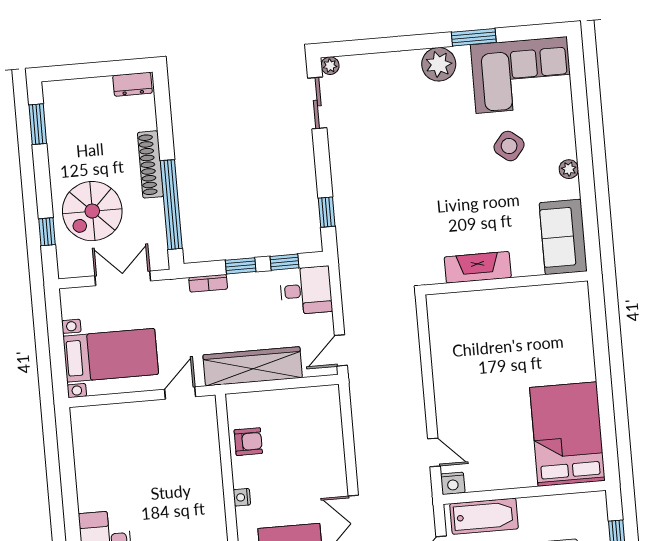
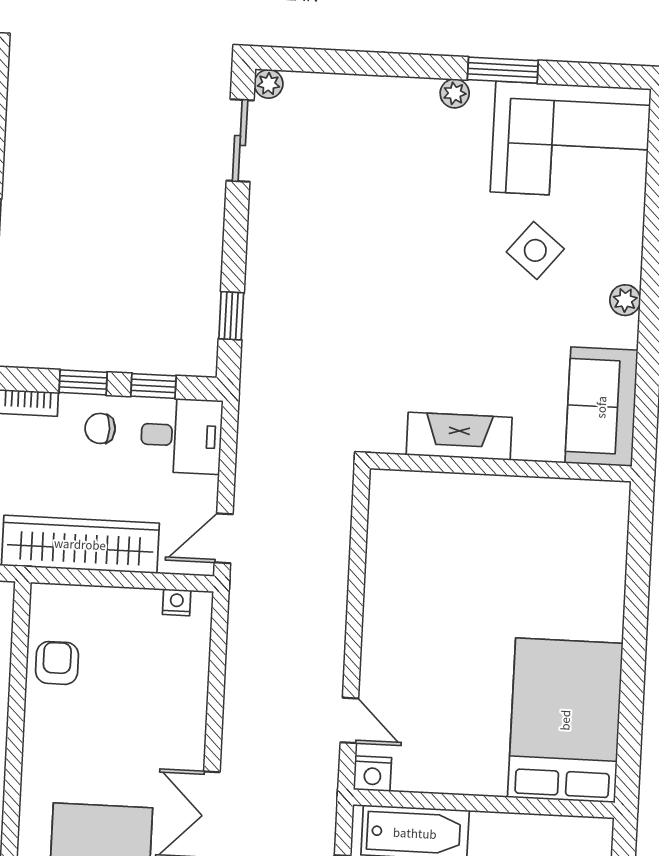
plant: (439, 64) -> (455, 93), width x0.53, depth x0.53
chair: (255, 293) -> (100, 428), added
armchair: (248, 442) -> (57, 663), turned -90
nightstand: (242, 497) -> (177, 602), moved, turned 90

